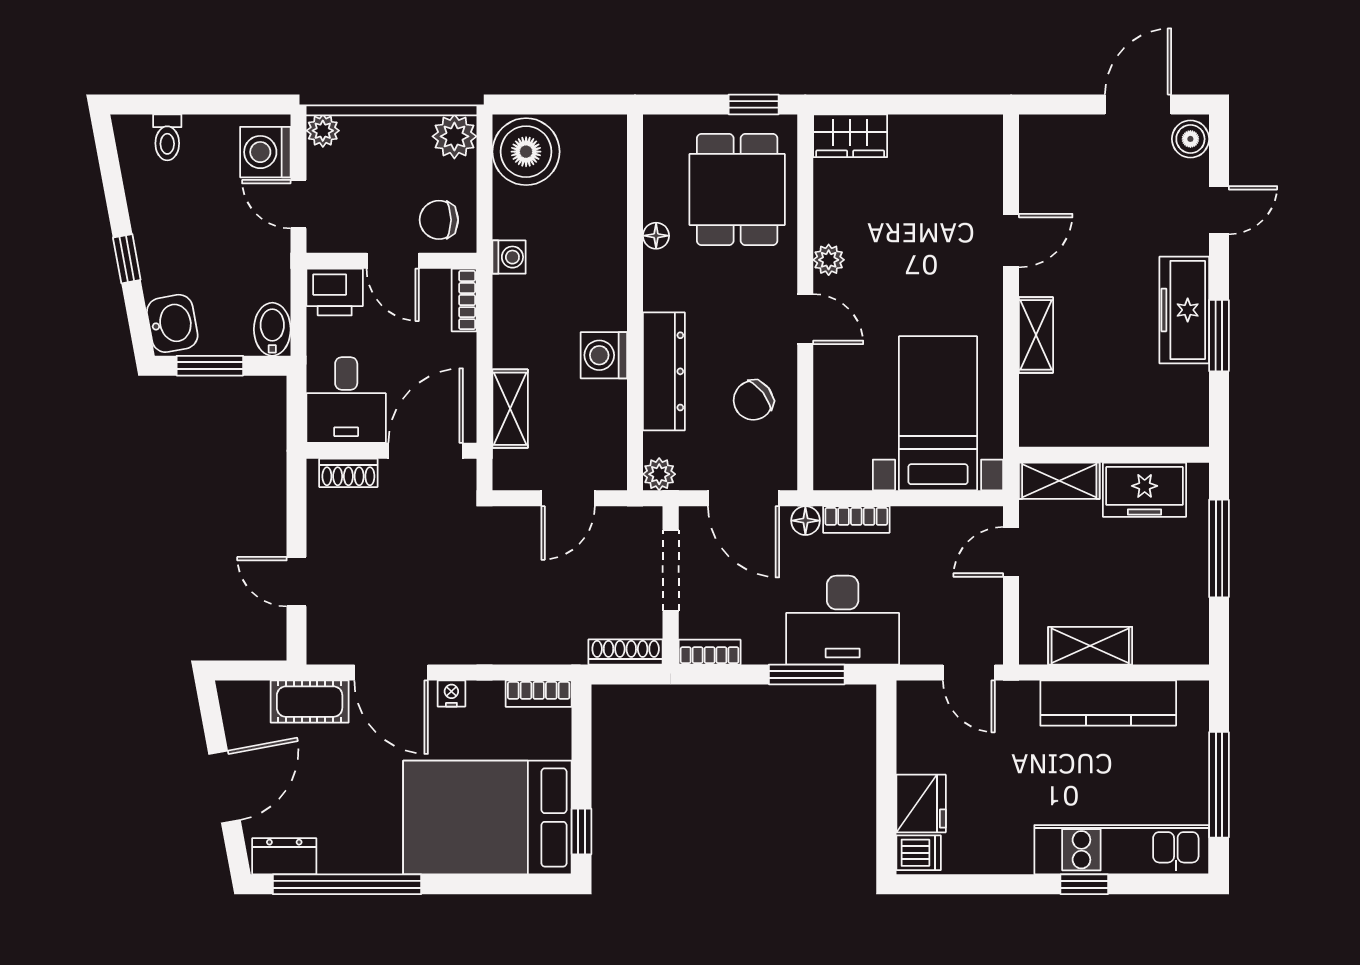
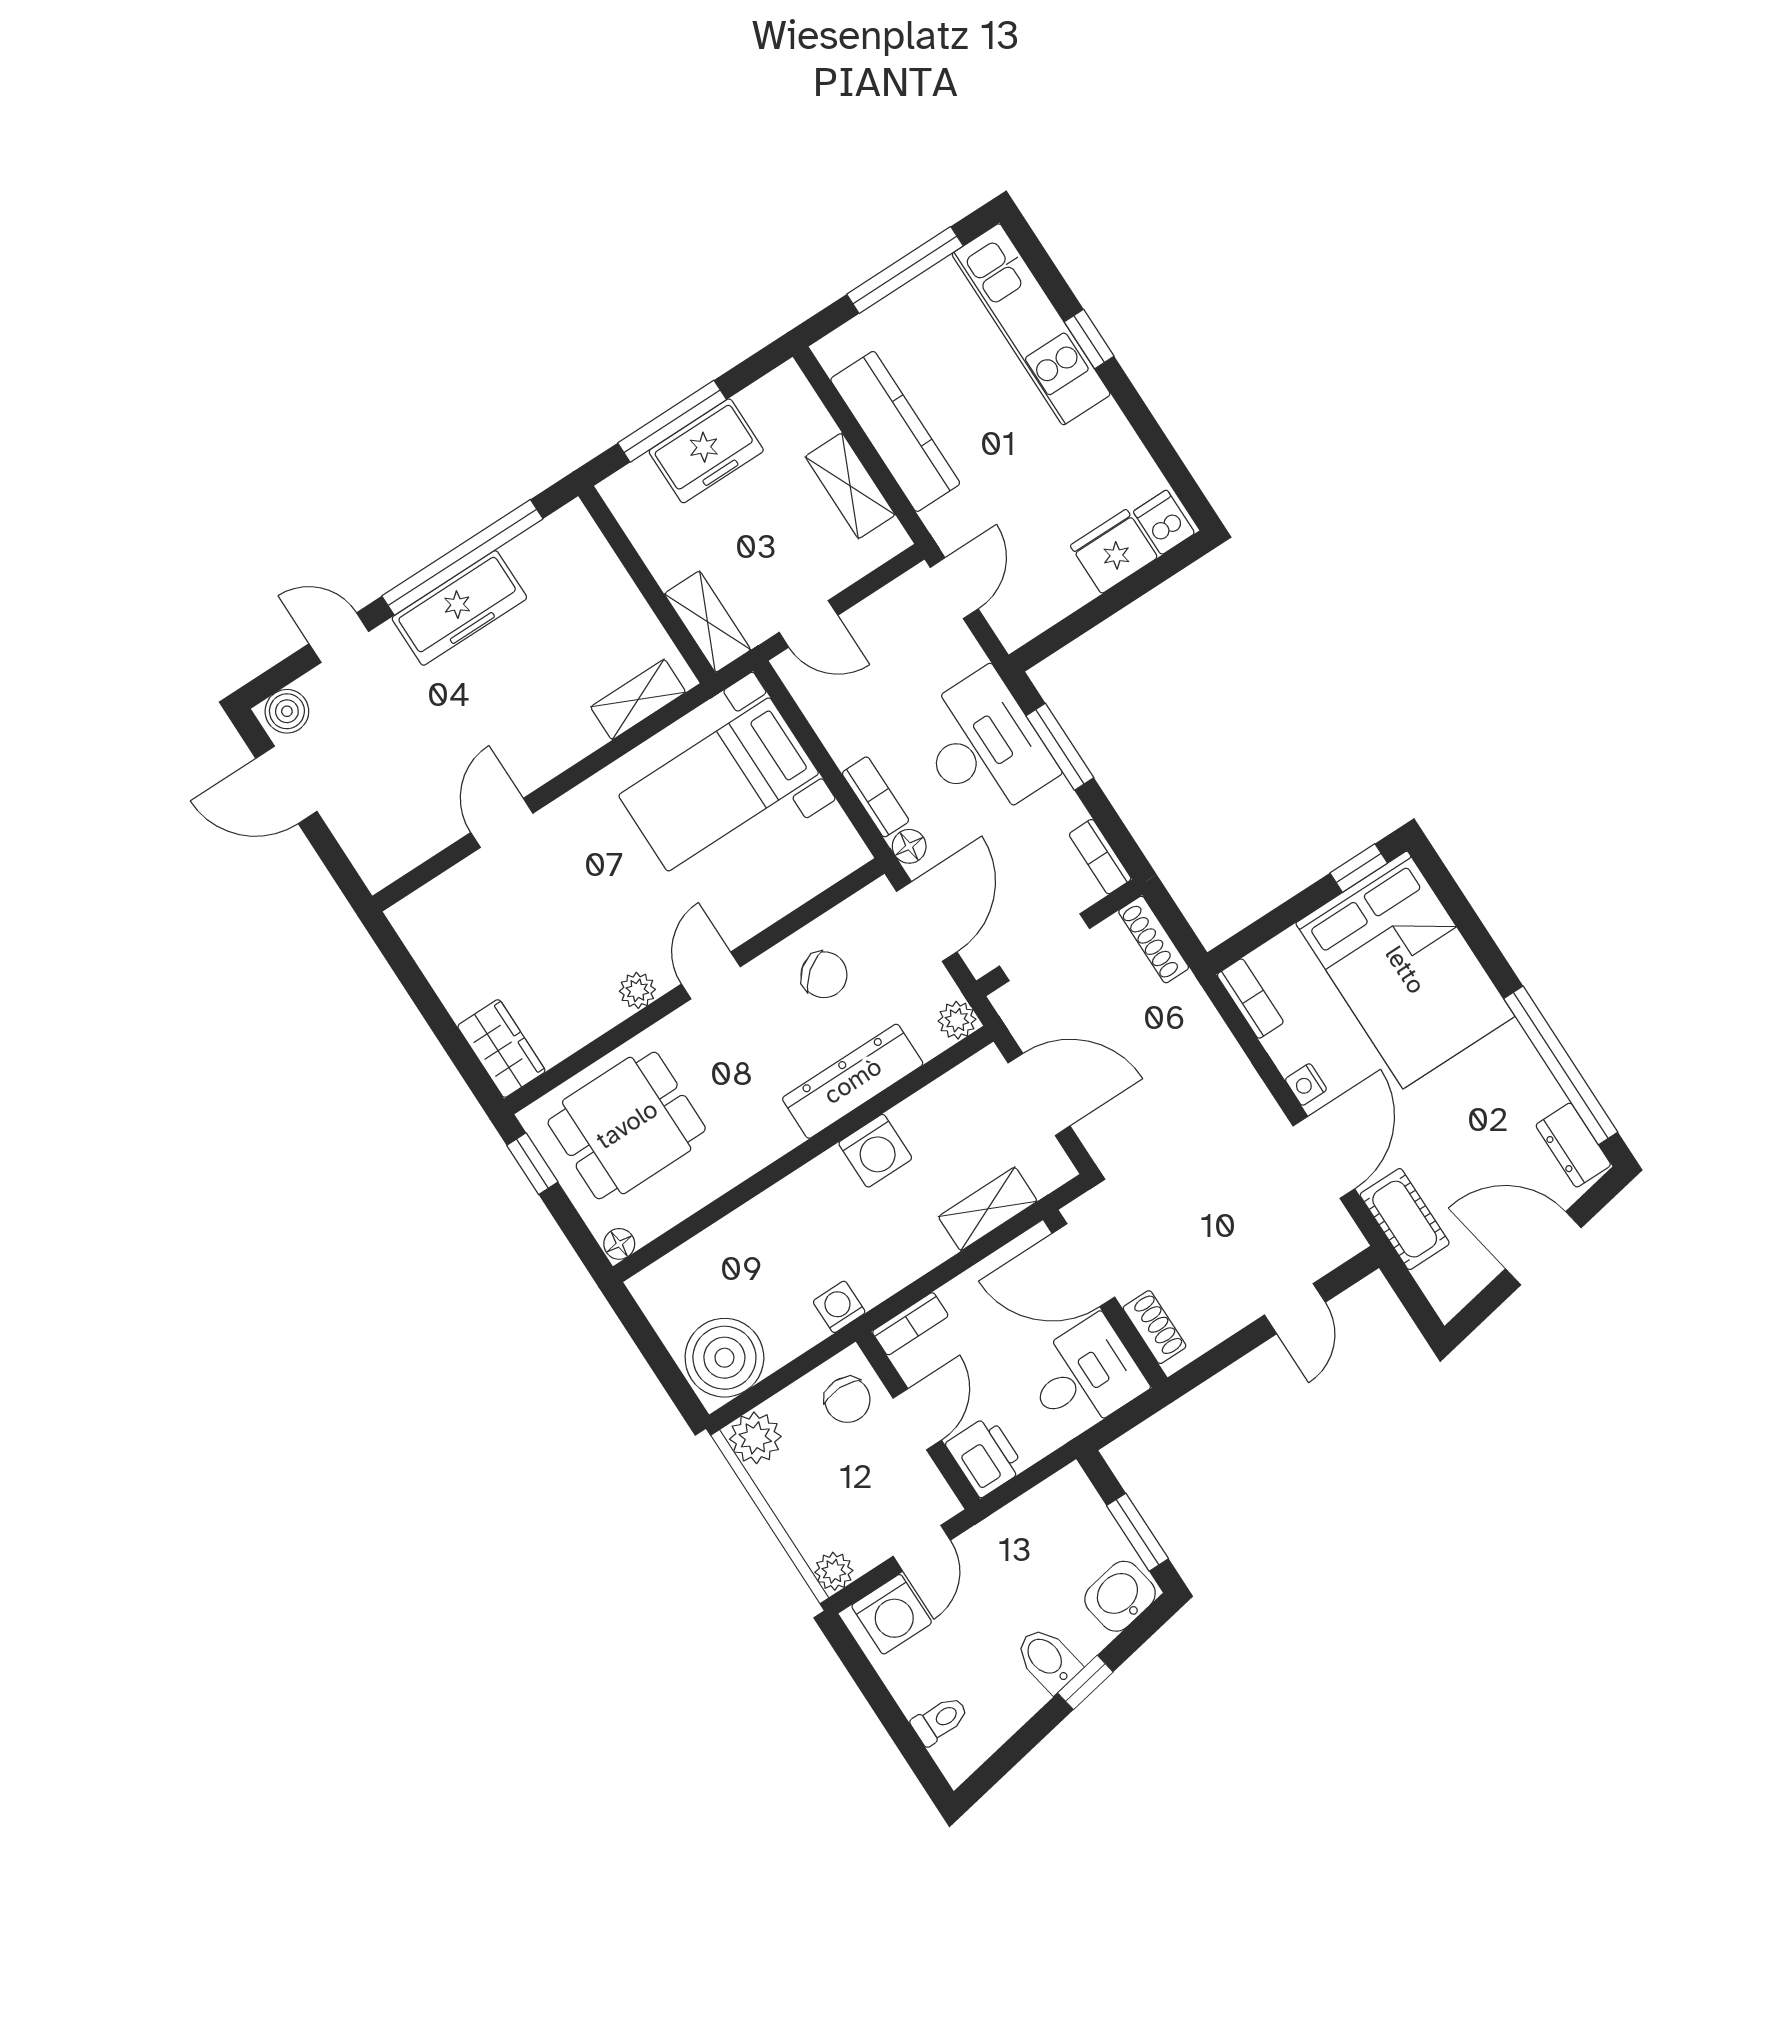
floor lamp: (656, 236) -> (619, 1244), moved
door: (1011, 241) -> (502, 823), hinge flipped
bidet: (272, 329) -> (1048, 1659), moved, turned 80
shelving: (1036, 335) -> (638, 699), moved
window: (1219, 336) -> (462, 557), width x2.11
freezer: (1145, 490) -> (706, 451), moved, turned 90
door: (568, 498) -> (1039, 1094), width x1.38

